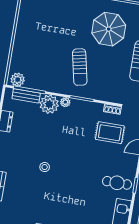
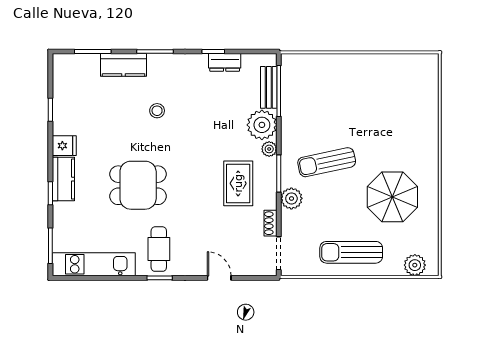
plant: (18, 80) -> (291, 198), moved
rug: (110, 133) -> (238, 183), moved
stool: (45, 167) -> (157, 111), moved
dining table: (74, 189) -> (138, 185), added

